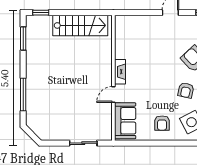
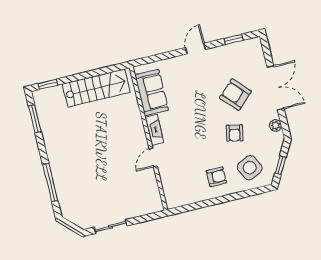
sofa: (125, 121) -> (152, 93), moved
armchair: (162, 123) -> (216, 177), turned -90
sliding door: (83, 143) -> (111, 227), moved

